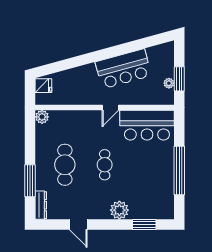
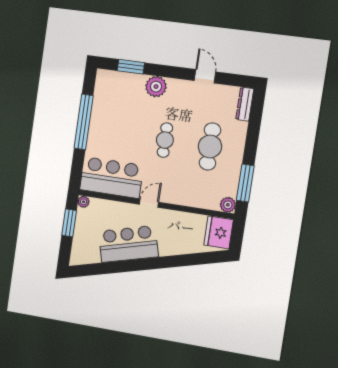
plant: (169, 83) -> (84, 202), moved
fridge: (43, 86) -> (219, 232), width x1.88, depth x1.34
window: (30, 181) -> (245, 183), moved

